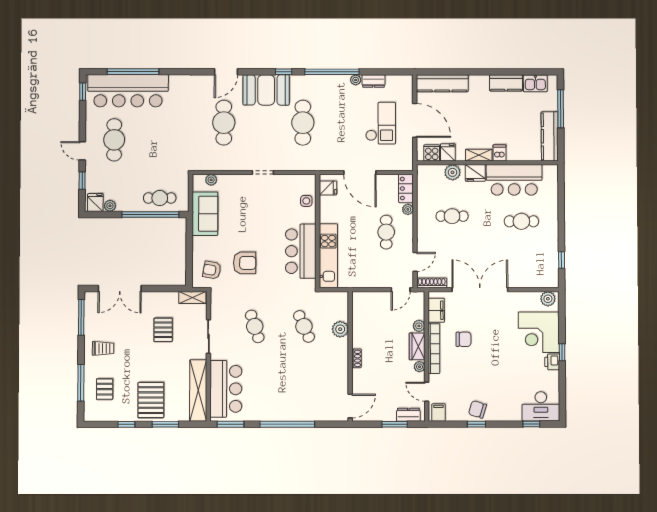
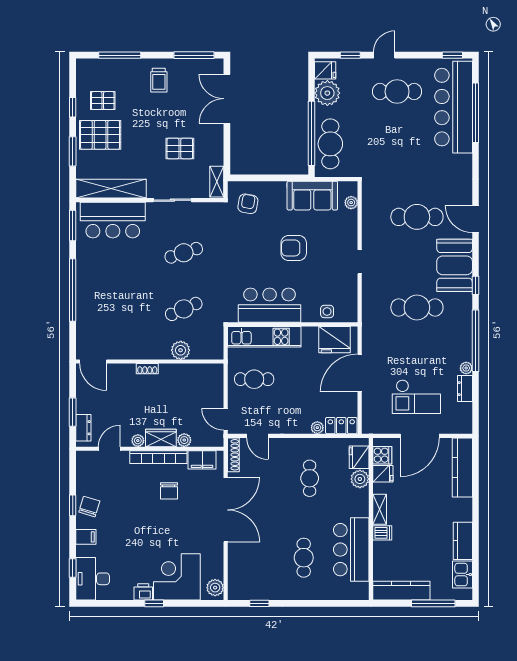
fridge: (475, 173) -> (359, 457), moved
fridge: (328, 188) -> (335, 340), width x1.88, depth x1.34
cafe table: (160, 198) -> (330, 144), width x1.37, depth x1.35
plant: (110, 206) -> (327, 93), width x1.88, depth x1.88
cafe table: (386, 232) -> (254, 379), moved
armchair: (245, 263) -> (294, 248), moved, turned 90
pallet: (105, 389) -> (103, 101), moved
filing cabinet: (438, 412) -> (86, 537), moved

